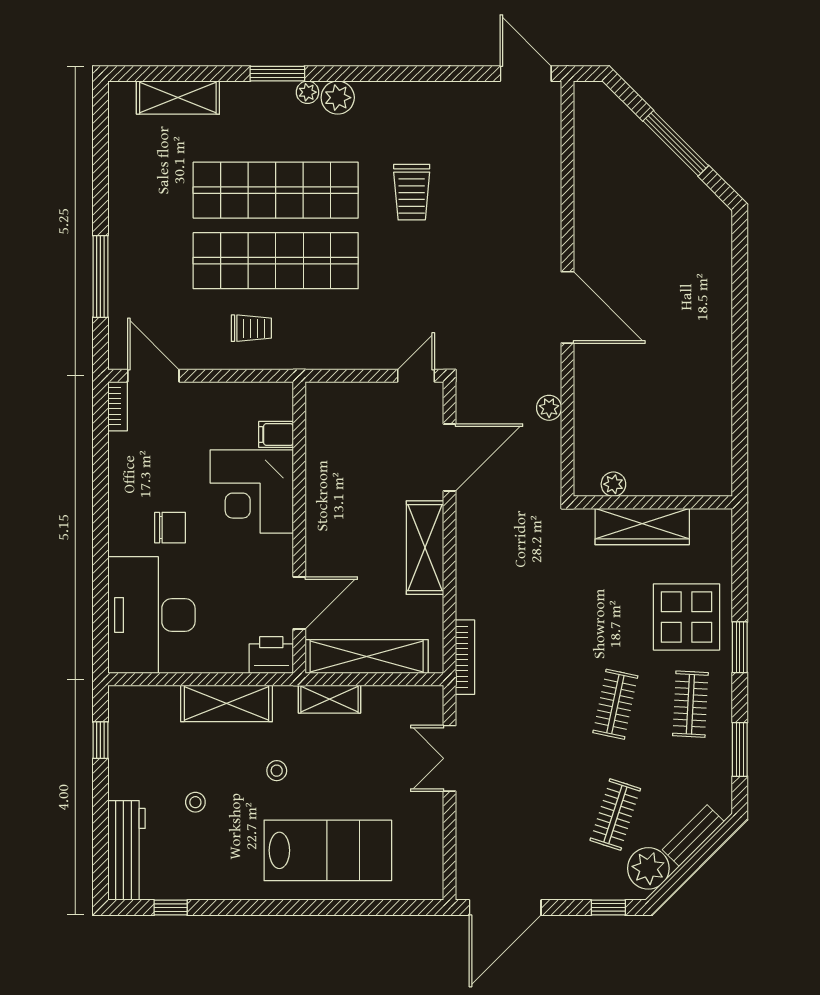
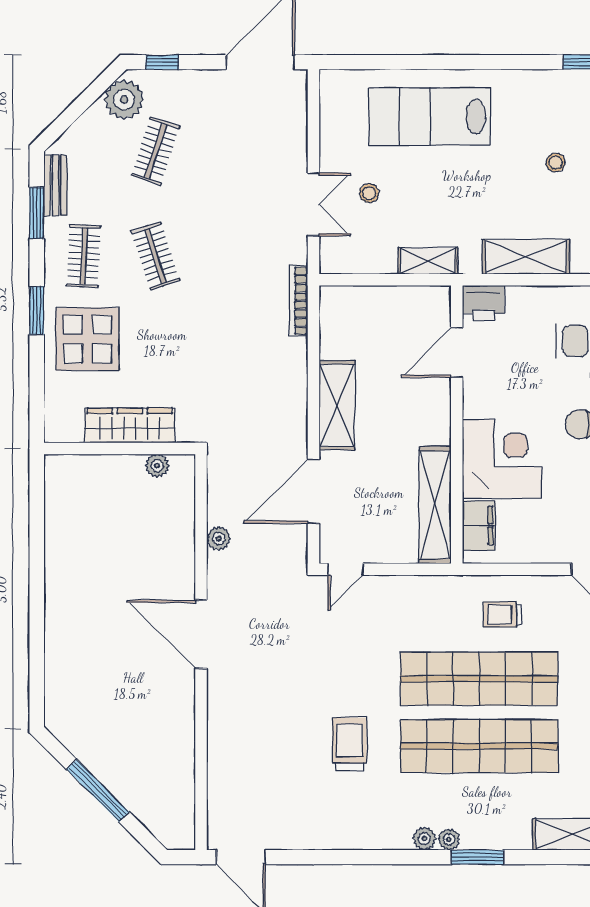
plant: (338, 98) -> (424, 839), width x0.73, depth x0.73
filing cabinet: (276, 434) -> (479, 526), width x2.00
shelving: (367, 657) -> (435, 505), moved, turned 90
clothes rail: (615, 704) -> (155, 256), turned -30
stool: (277, 771) -> (369, 193), moved
bench: (693, 836) -> (55, 185), moved, turned -45

